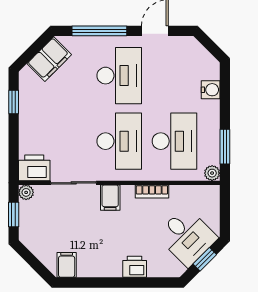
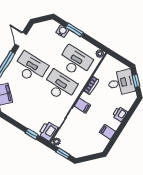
window: (14, 102) -> (32, 134), moved
window: (225, 147) -> (75, 30), moved
filing cabinet: (67, 265) -> (108, 132), moved

